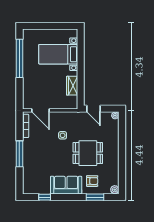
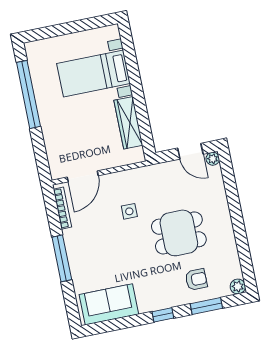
wardrobe: (72, 86) -> (128, 123), width x1.50
door: (93, 109) -> (190, 151), moved
door: (41, 110) -> (83, 176), hinge flipped
sofa: (66, 185) -> (109, 304), moved
window: (45, 197) -> (163, 315), moved

